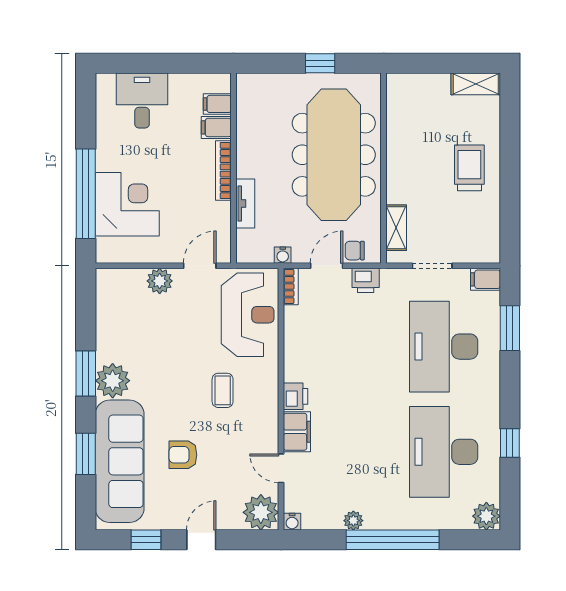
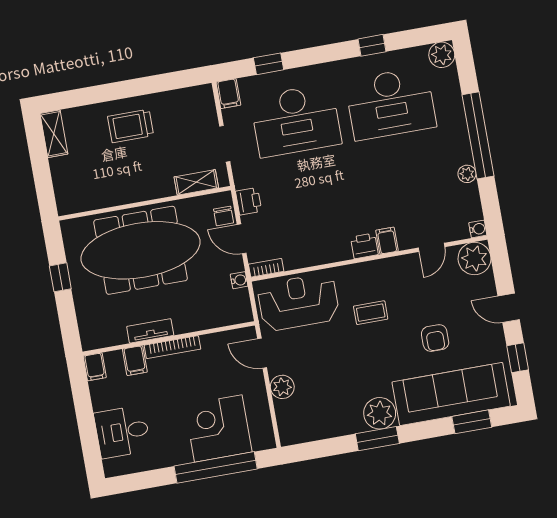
filing cabinet: (217, 104) -> (95, 367), moved
tv unit: (245, 204) -> (150, 331), moved
window: (510, 328) -> (269, 64), width x0.67
filing cabinet: (297, 432) -> (387, 241), width x0.50
window: (86, 454) -> (472, 422), moved

